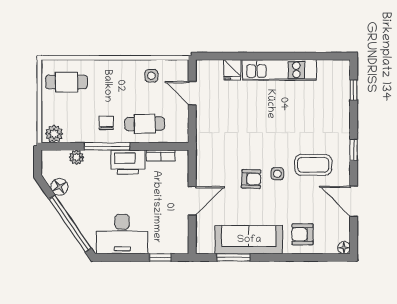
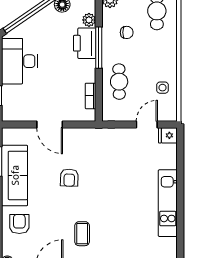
fridge: (232, 70) -> (168, 135), moved
chair: (106, 123) -> (127, 32), moved
printer: (128, 162) -> (85, 43), moved
coffee table: (313, 165) -> (82, 234), width x0.73, depth x0.77
side table: (277, 174) -> (74, 201), removed

